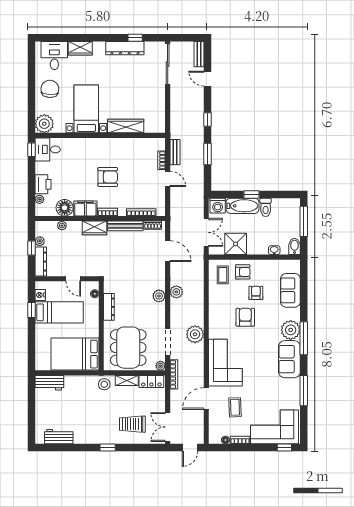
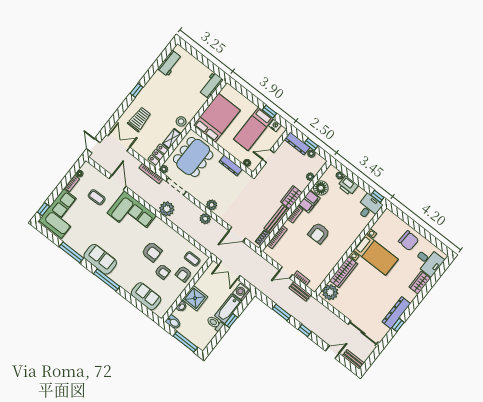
plant: (44, 124) -> (330, 292), moved
shower: (236, 244) -> (195, 298), moved
plant: (291, 330) -> (119, 276), removed
dining table: (128, 348) -> (193, 157), turned 90

